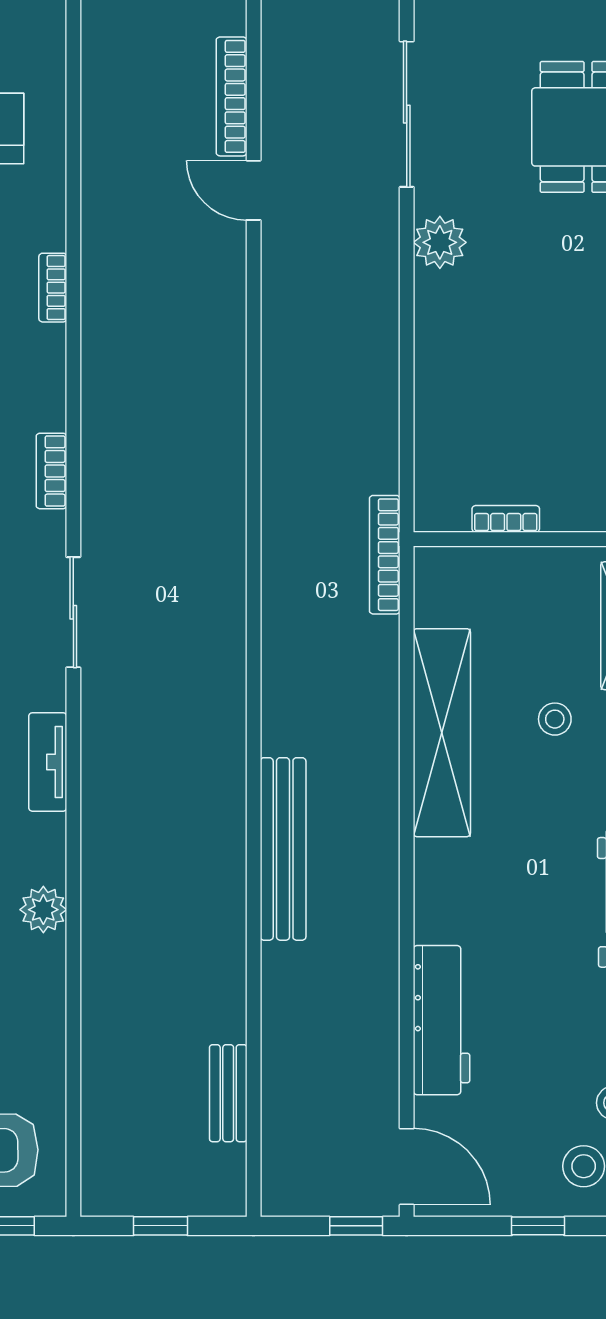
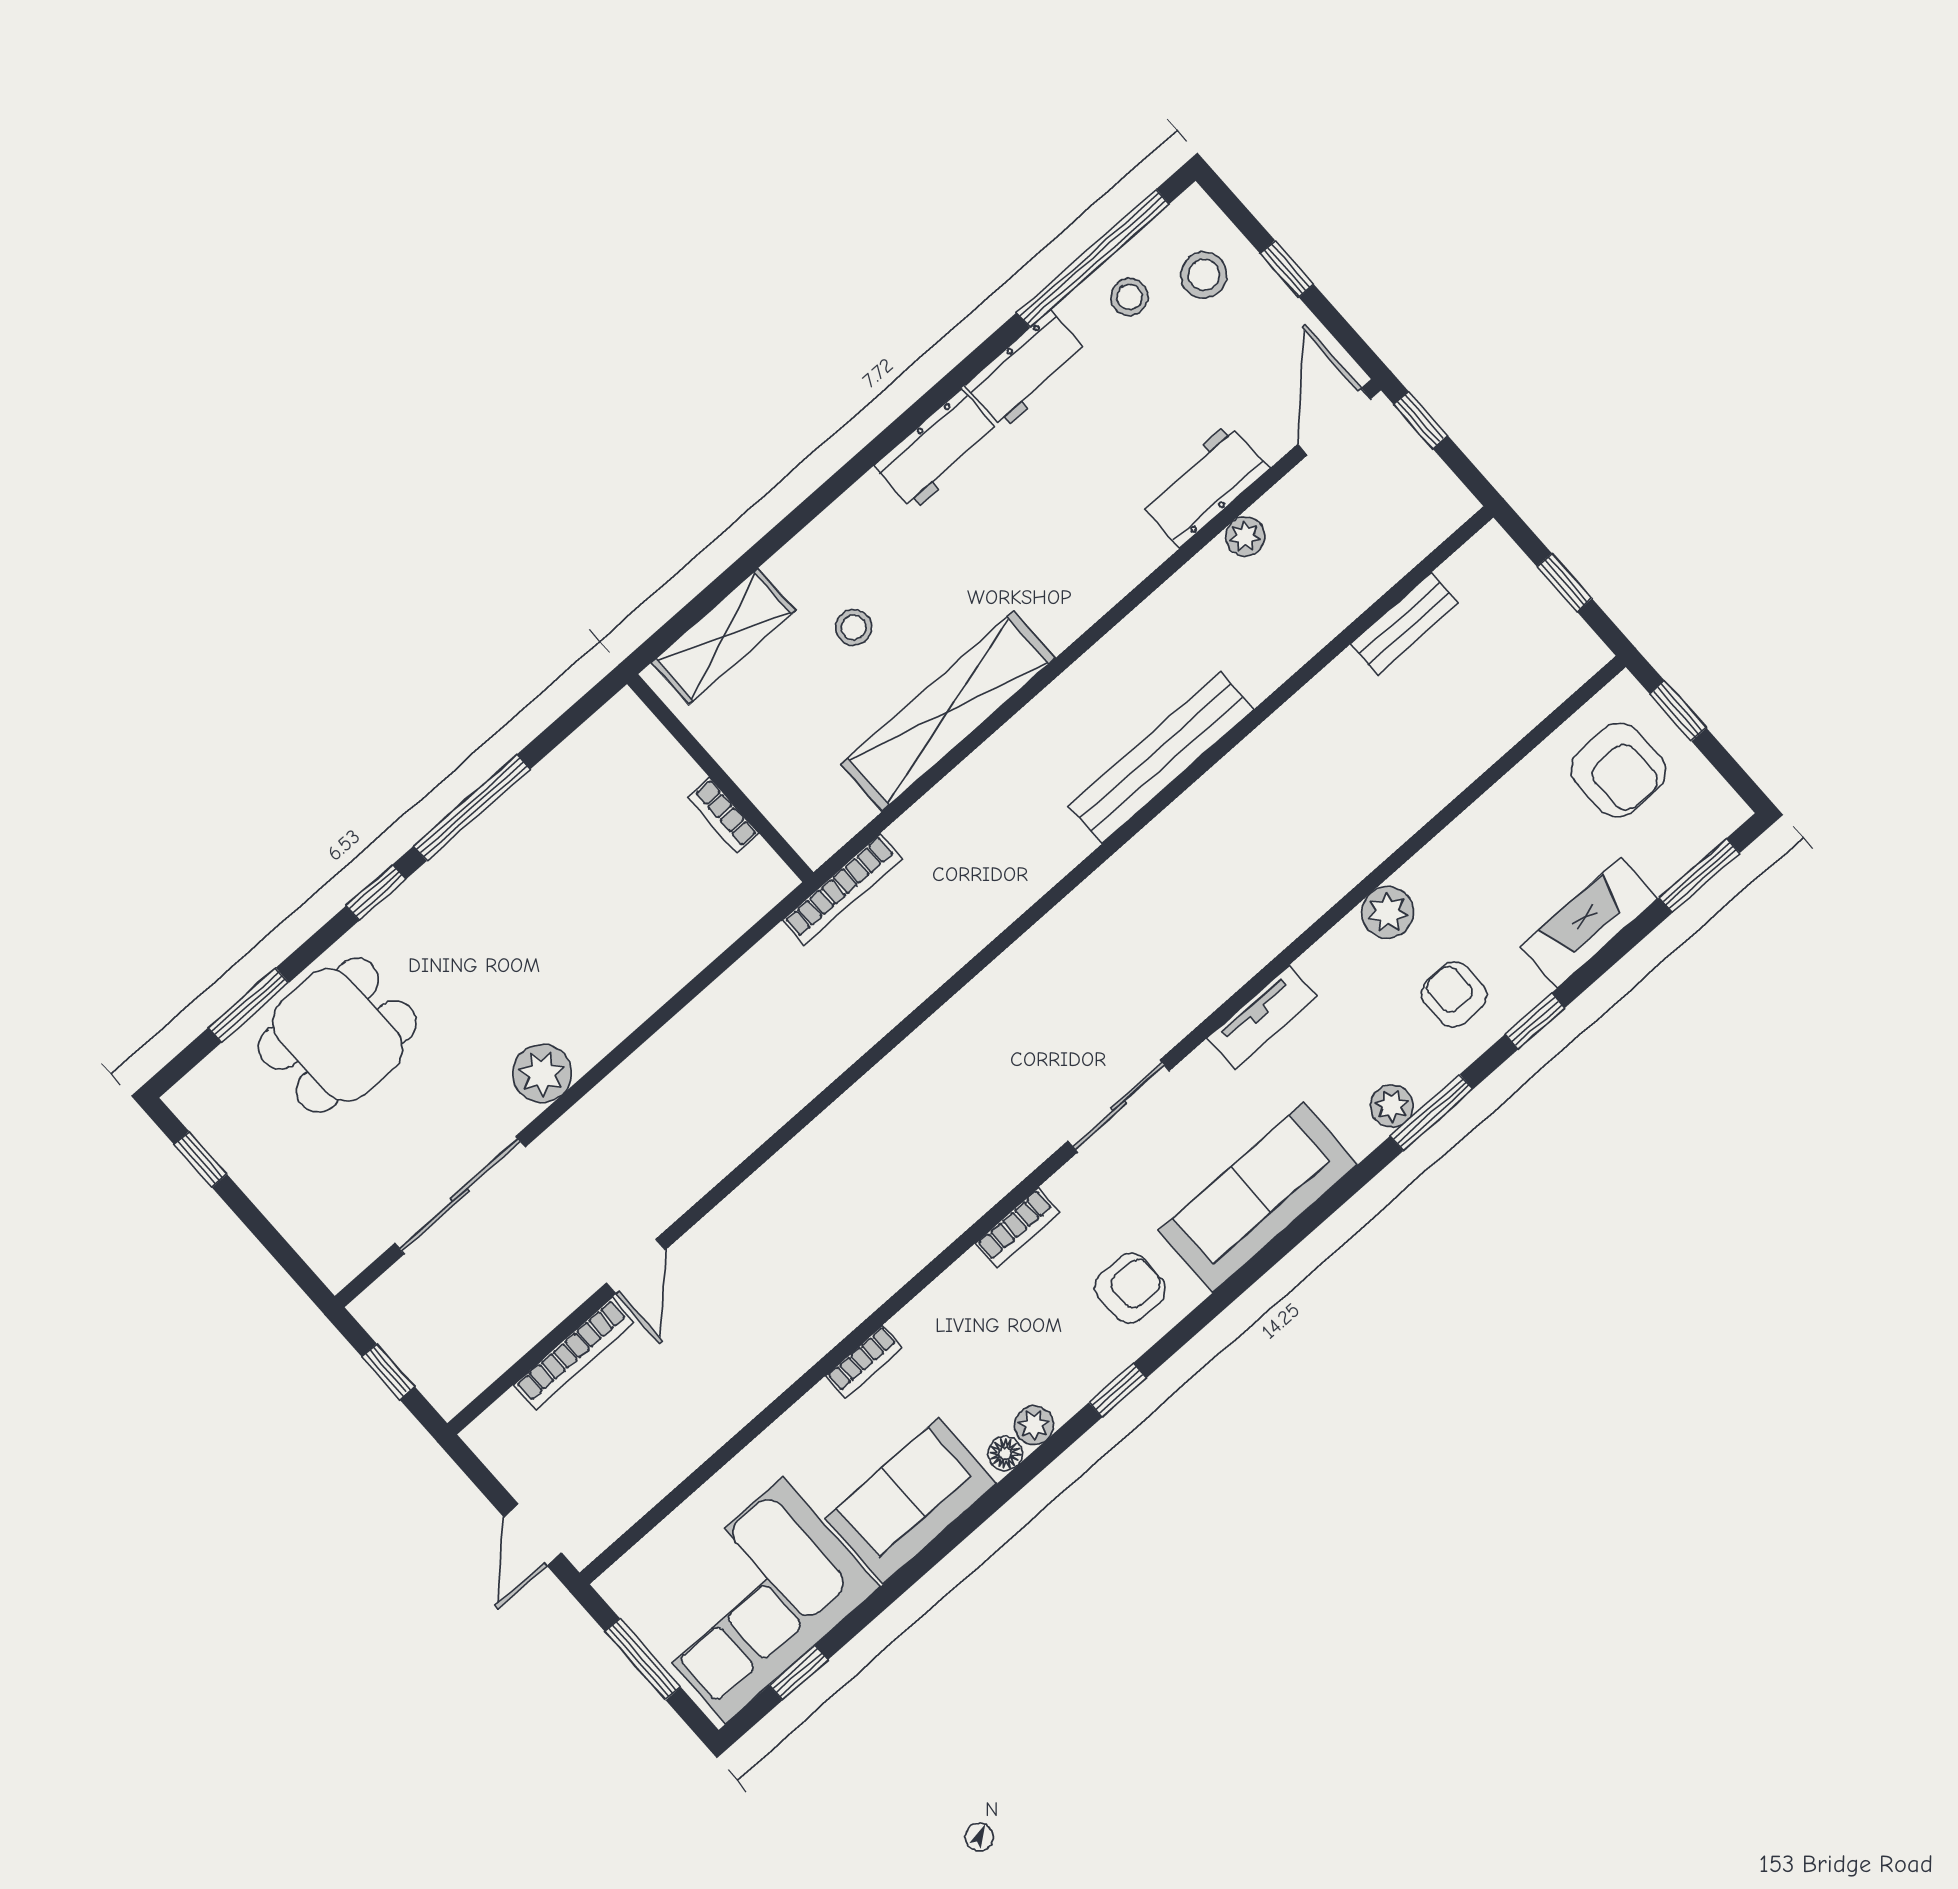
workbench: (442, 1020) -> (1204, 485), width x0.73
plant: (382, 1038) -> (1245, 537), added

